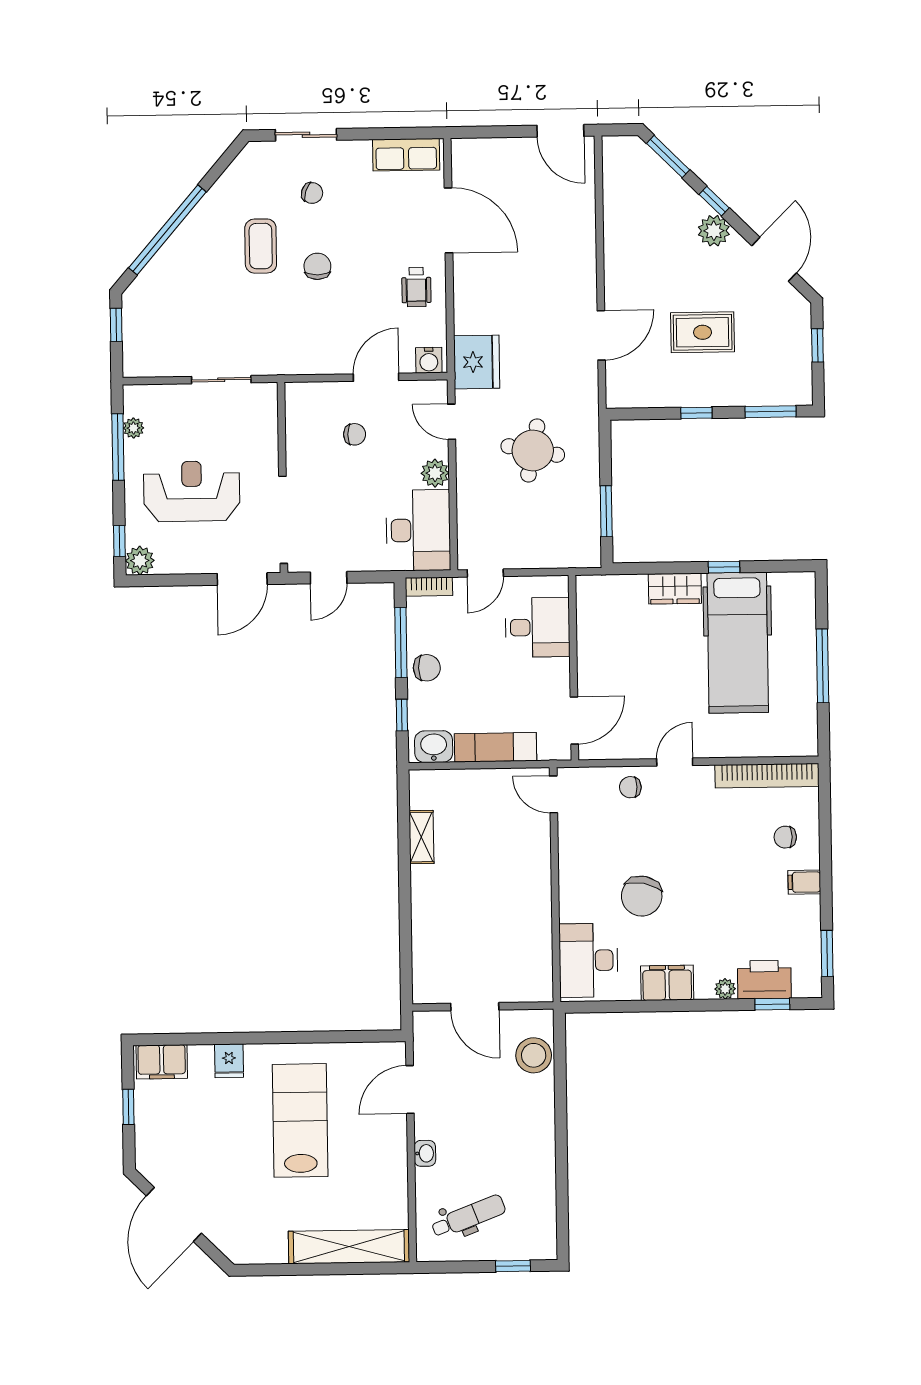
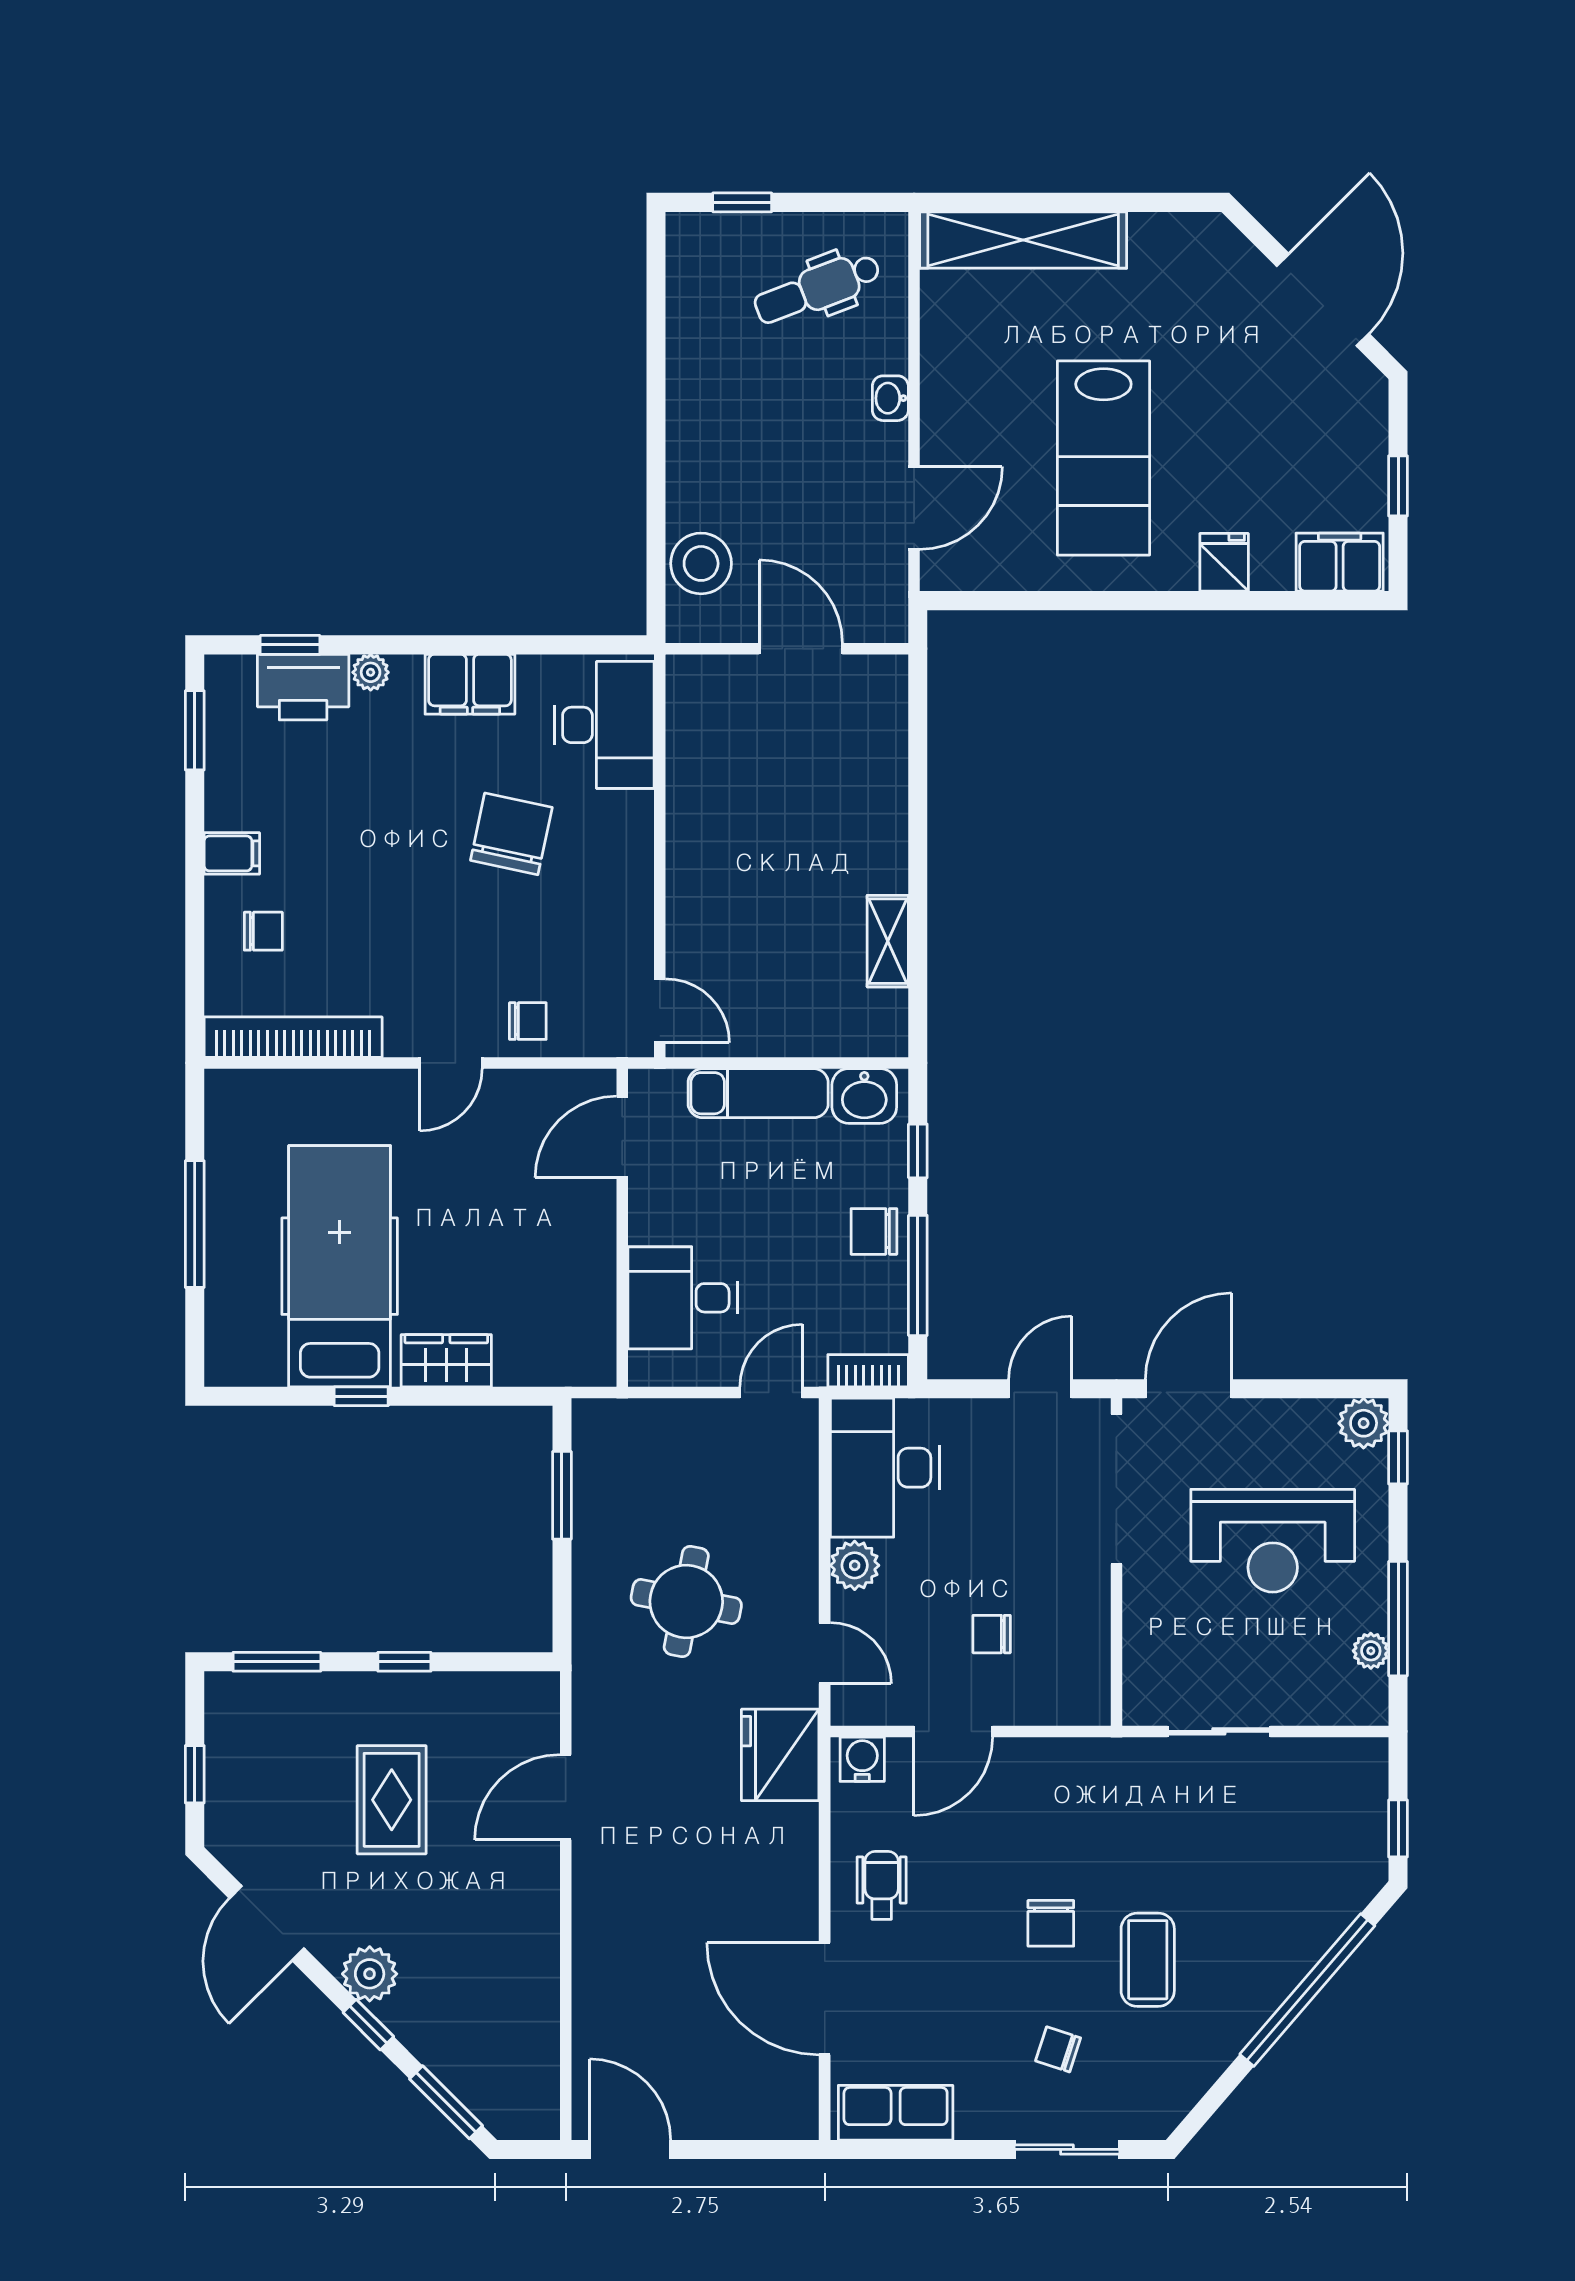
rug: (703, 332) -> (392, 1800), turned 90

